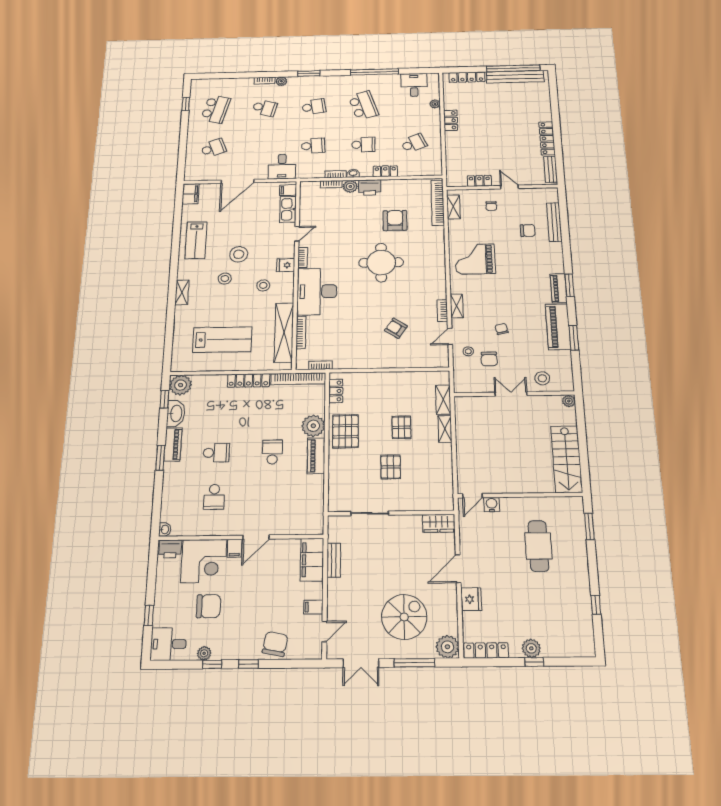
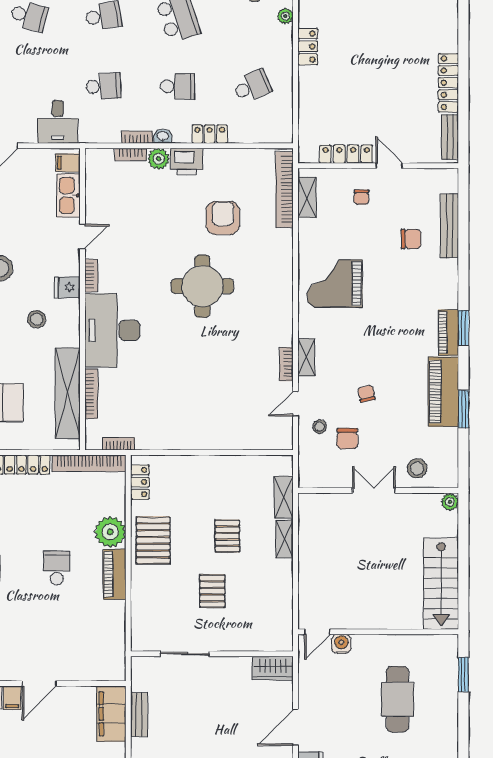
locker: (479, 181) -> (346, 154), width x1.53
armchair: (396, 328) -> (222, 390), removed

